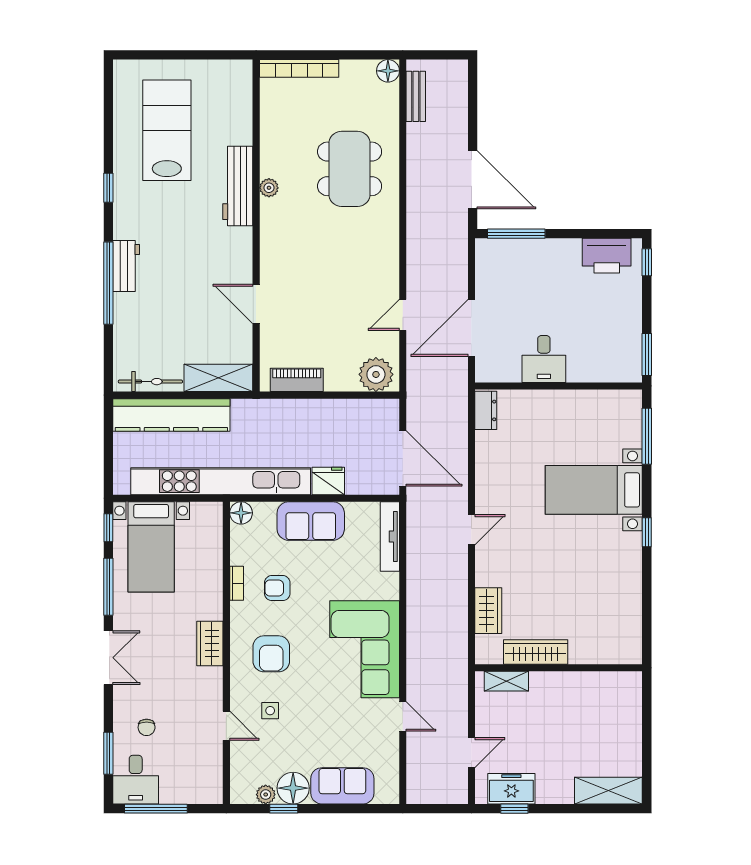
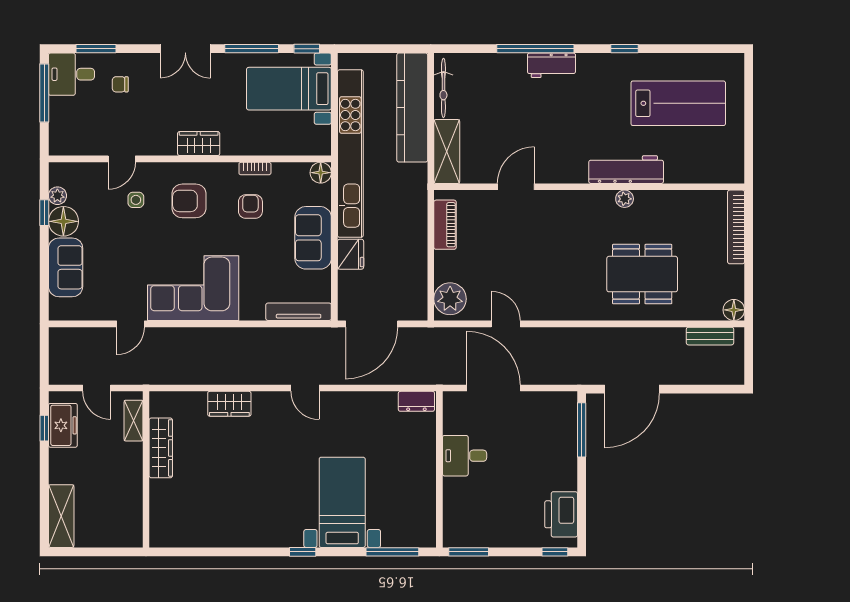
wardrobe: (536, 652) -> (161, 448), moved
wall: (559, 668) -> (146, 469), moved
shelving: (506, 681) -> (133, 421), moved

